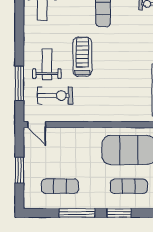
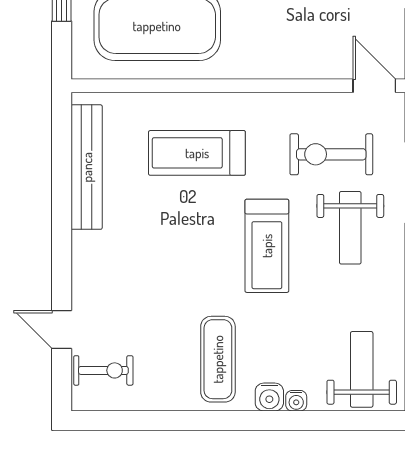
treadmill: (112, 96) -> (197, 153), added

